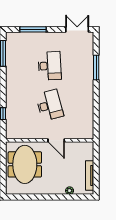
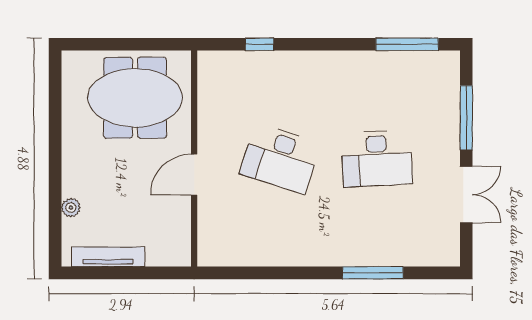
double door: (77, 29) -> (466, 195), moved
desk: (50, 105) -> (280, 159), turned 33

